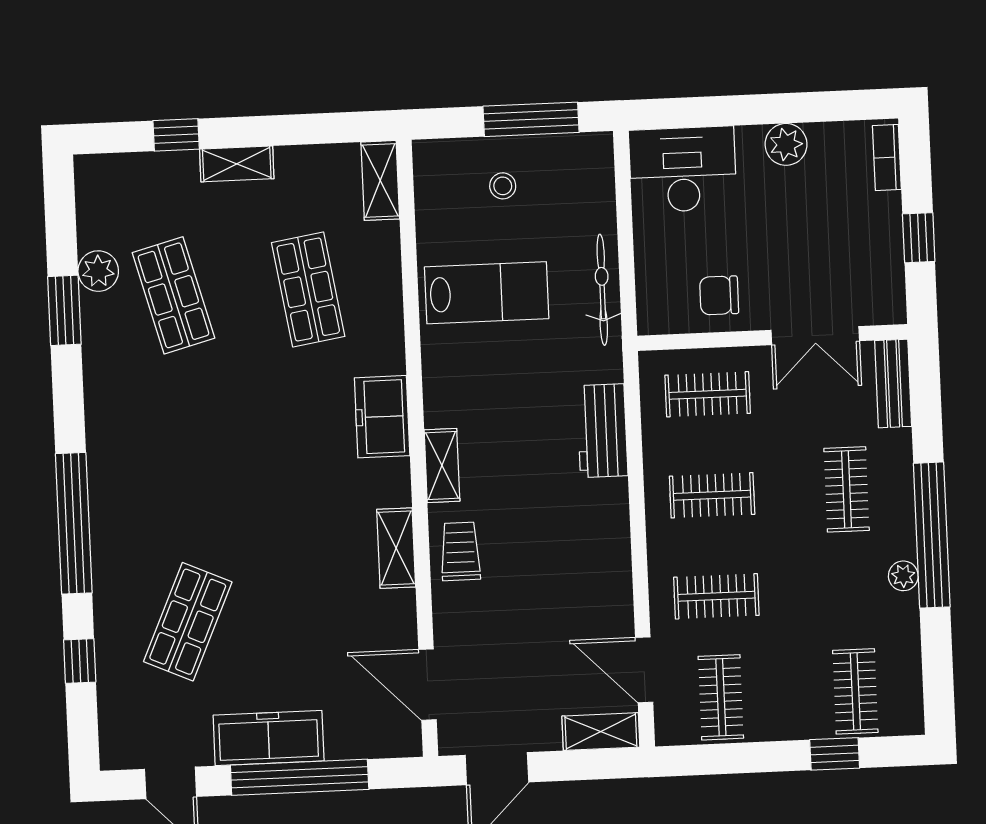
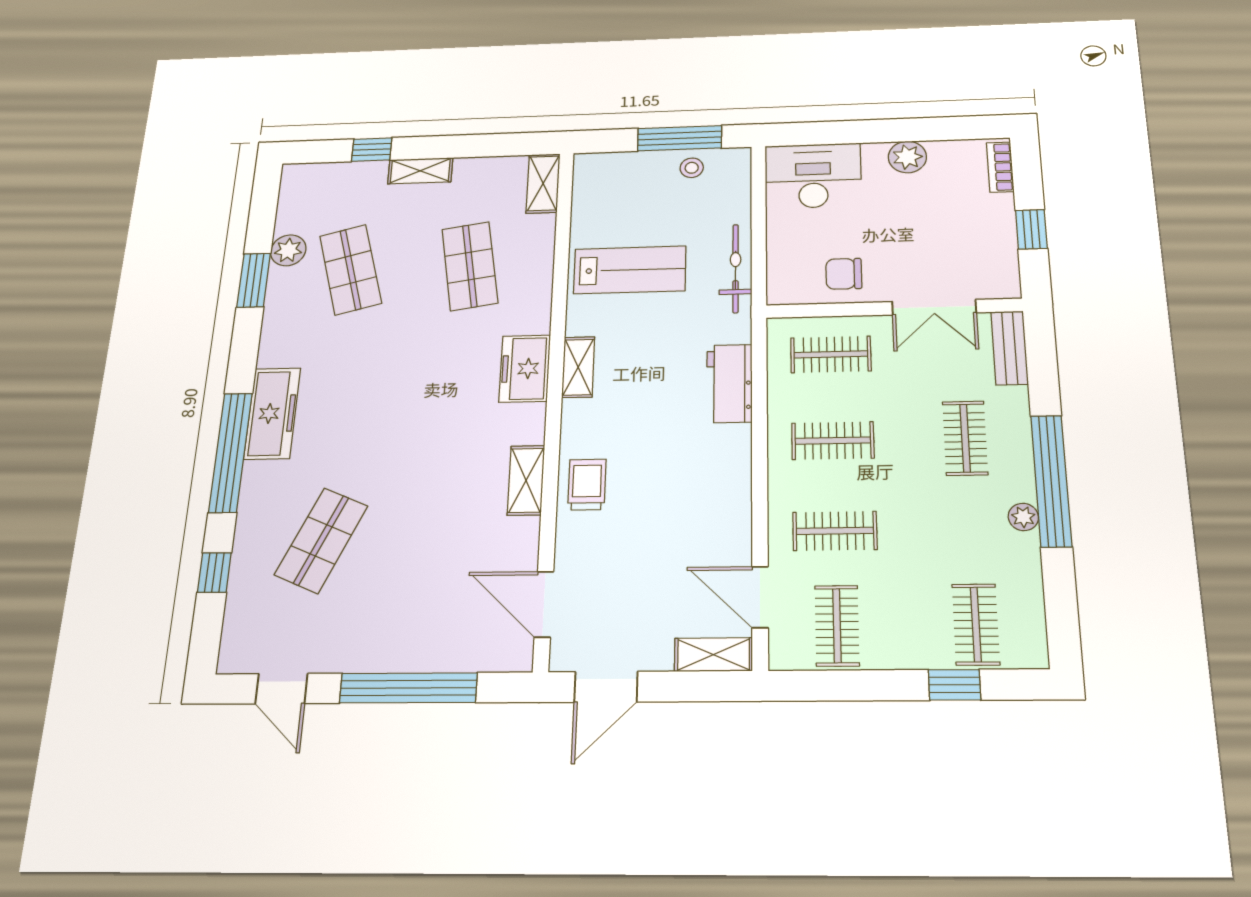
stool: (503, 186) -> (692, 168), moved
shelving: (442, 465) -> (578, 367), moved
freezer: (269, 738) -> (272, 413), moved, turned 90

